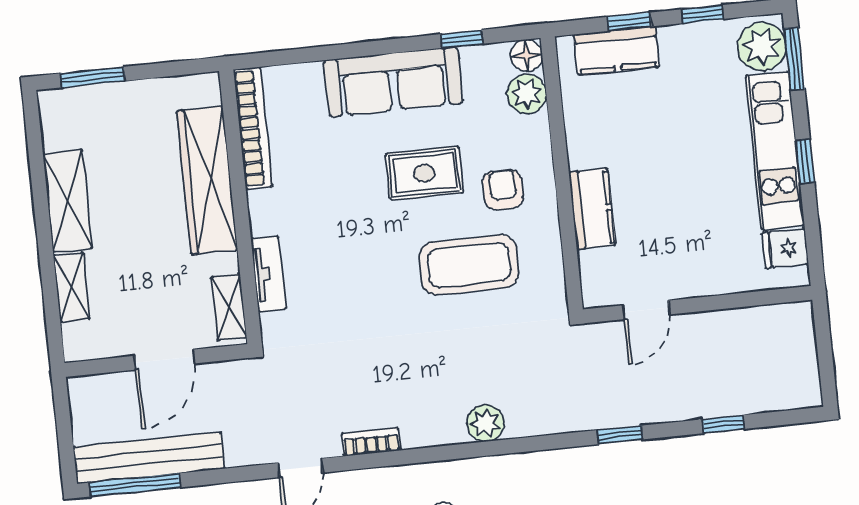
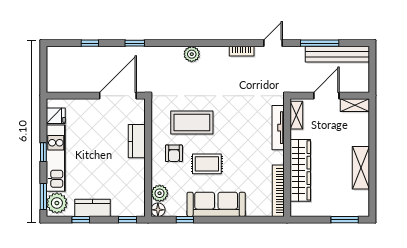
window: (629, 22) -> (128, 220), moved
kitchen counter: (617, 51) -> (92, 208), moved
tv unit: (268, 274) -> (278, 128), width x1.41
shelving: (72, 287) -> (355, 105), moved, turned 90
door: (646, 310) -> (118, 96), width x1.88
window: (135, 485) -> (320, 43), moved

